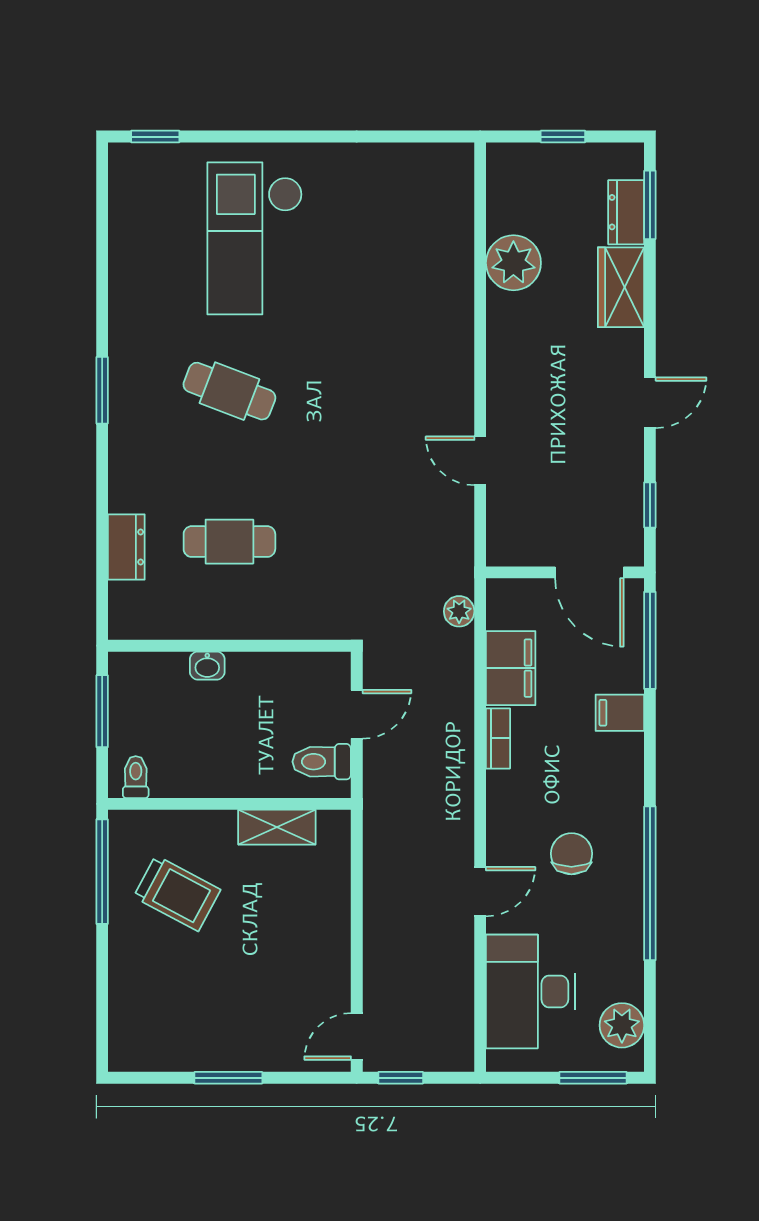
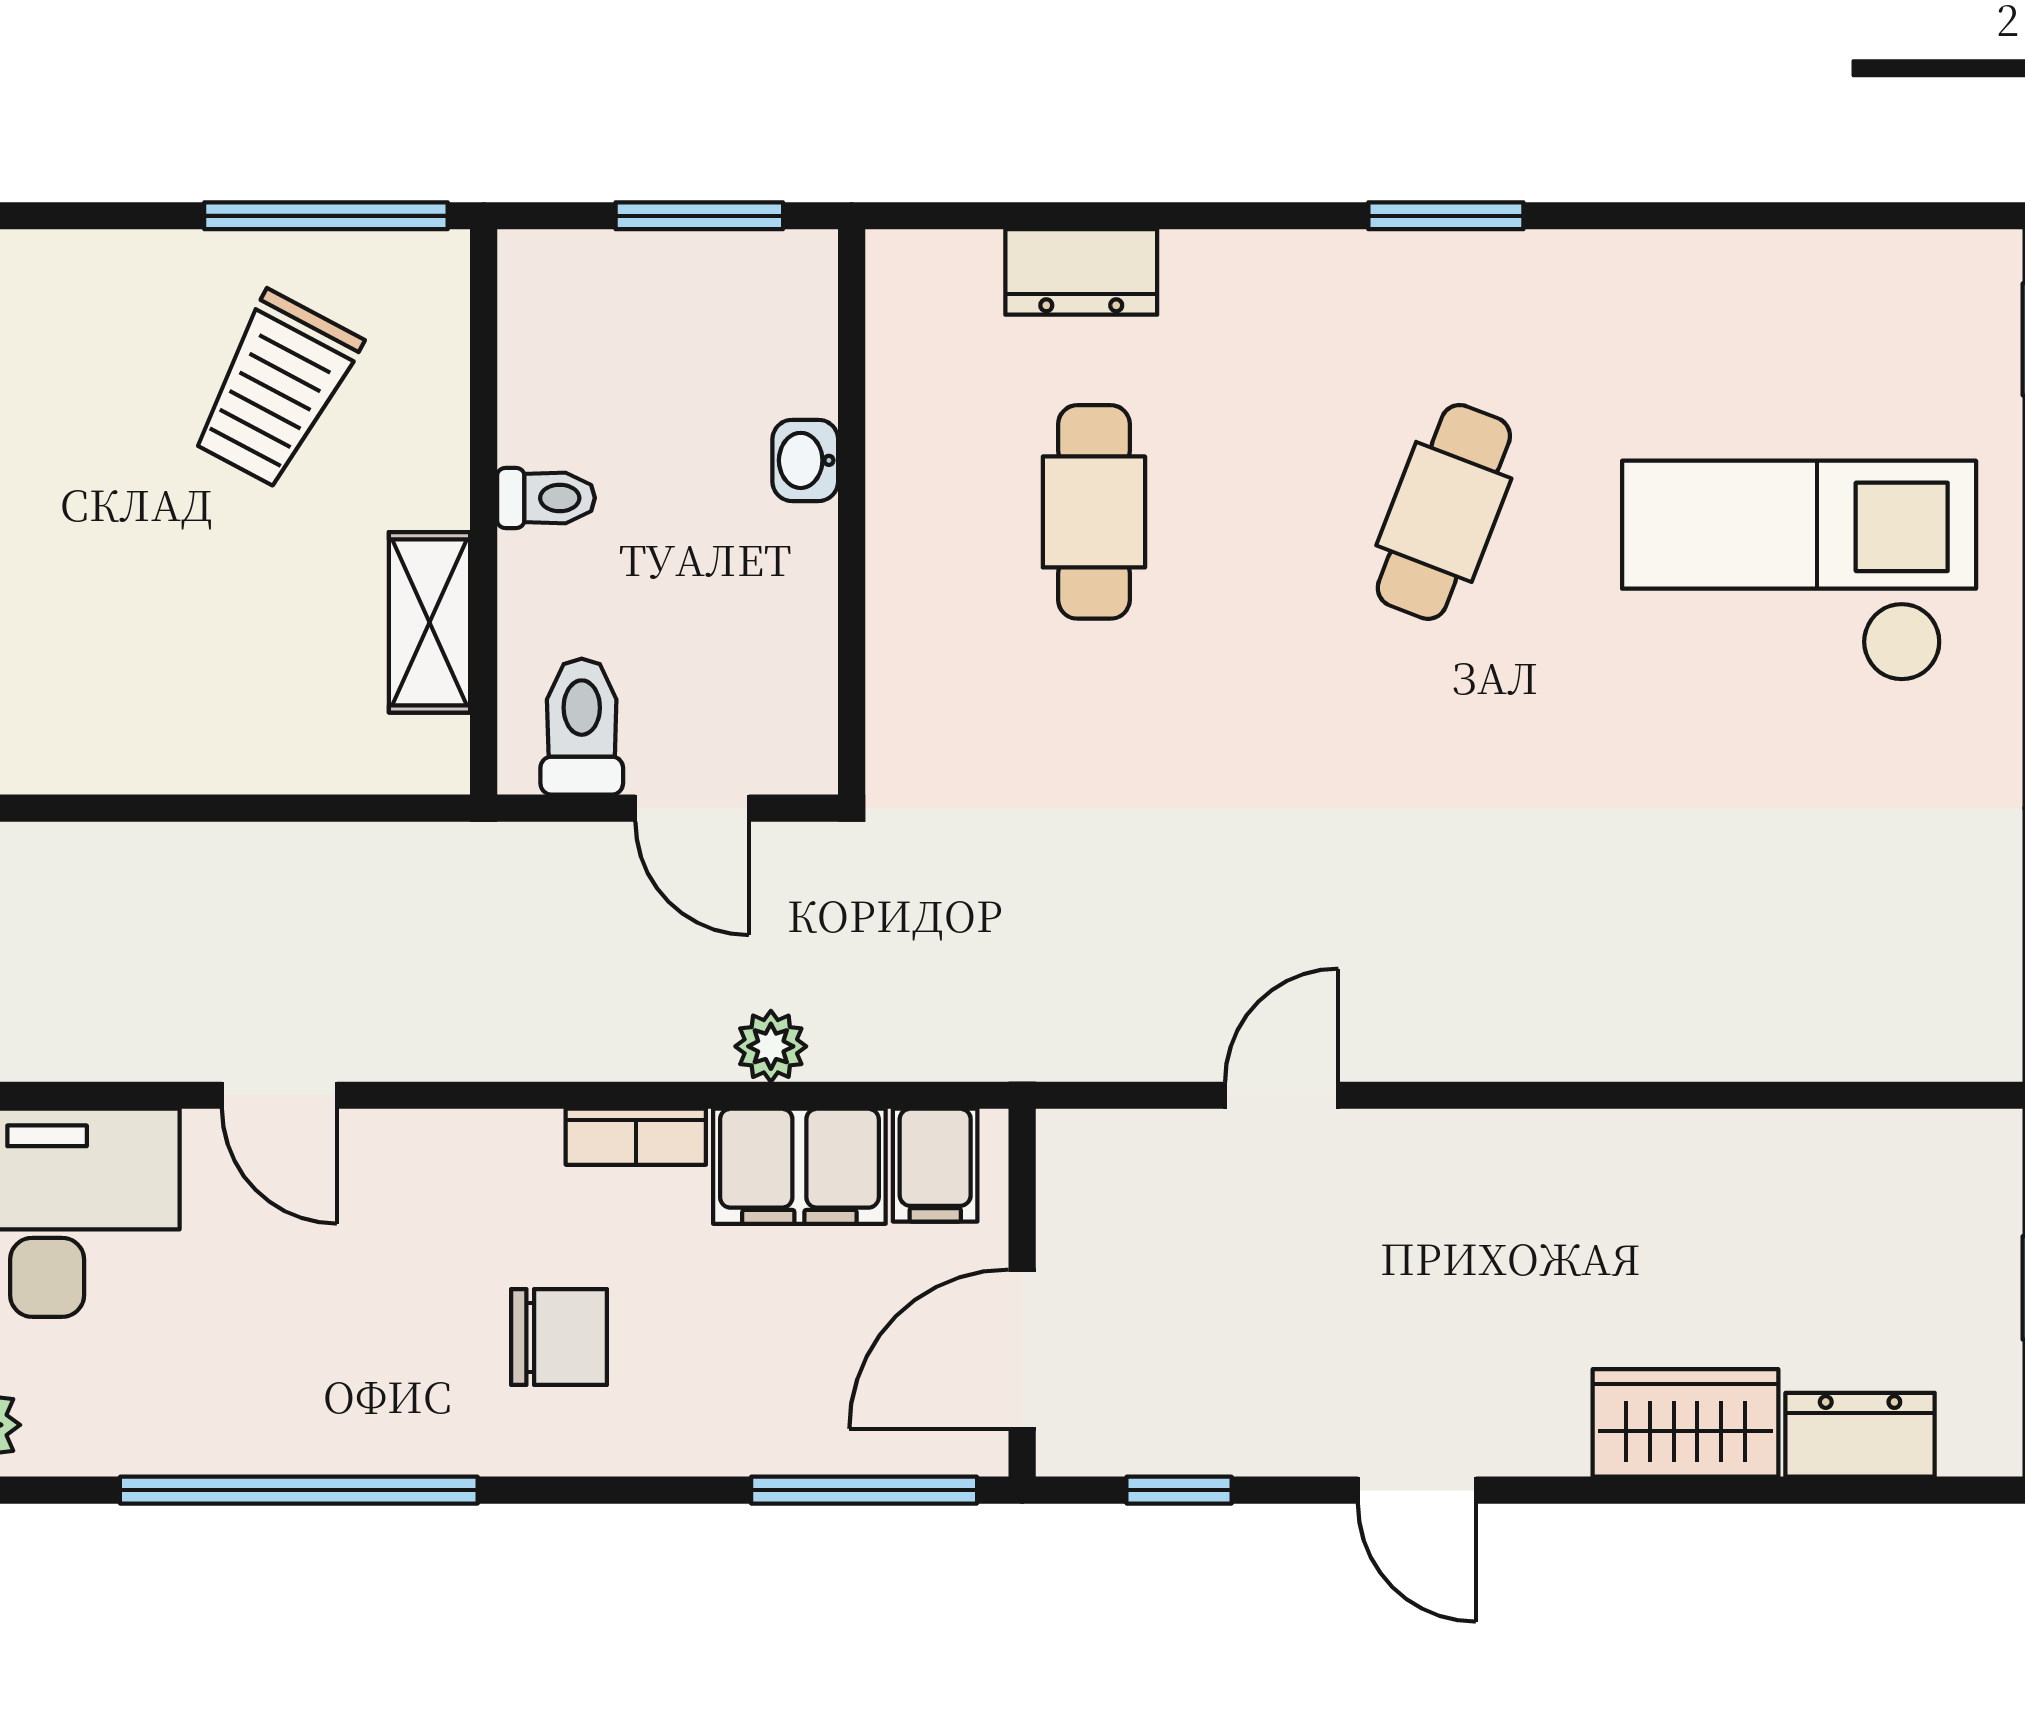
window: (650, 205) -> (1877, 1490), removed
plant: (513, 263) -> (1742, 1173), removed
plant: (459, 611) -> (771, 1046), moved
filing cabinet: (620, 713) -> (935, 1165), moved, turned 180
toilet: (136, 777) -> (546, 498), moved
chair: (571, 854) -> (559, 1337), moved

